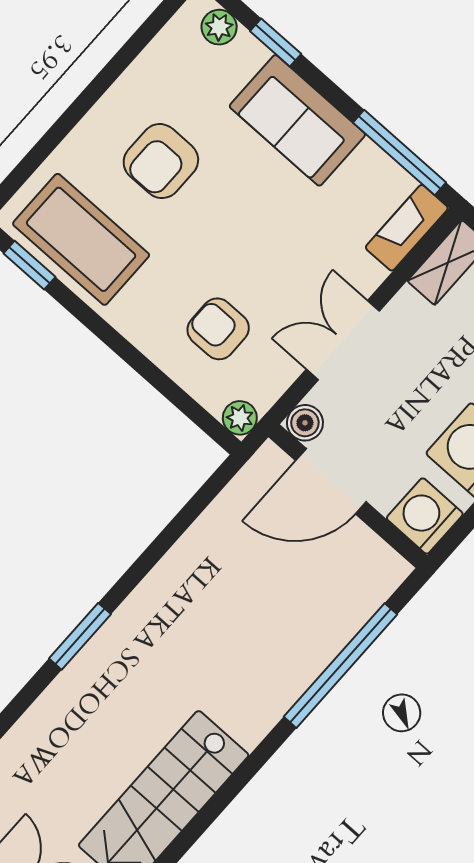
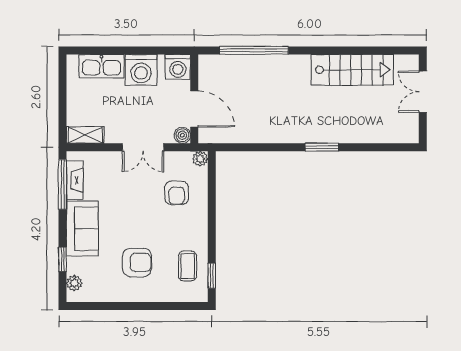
fireplace: (407, 228) -> (75, 180), moved, turned -90
coffee table: (81, 239) -> (187, 266), width x0.54, depth x0.58

